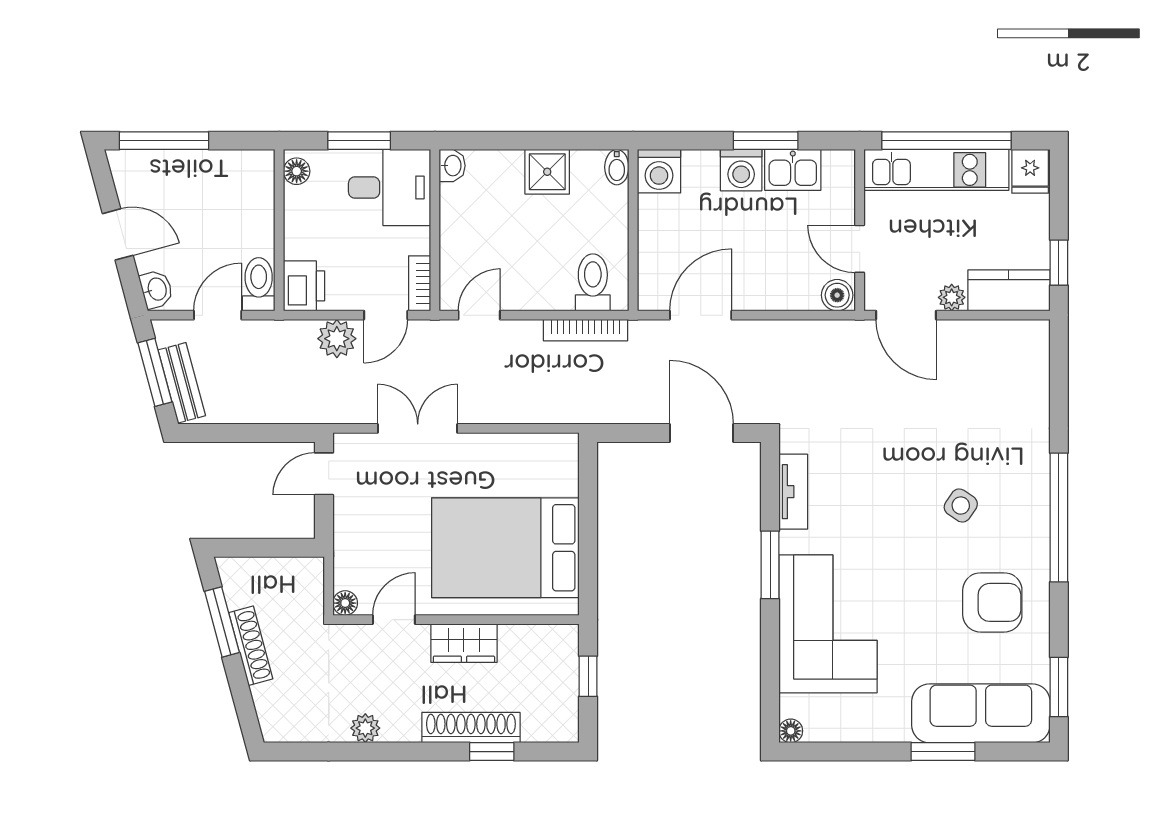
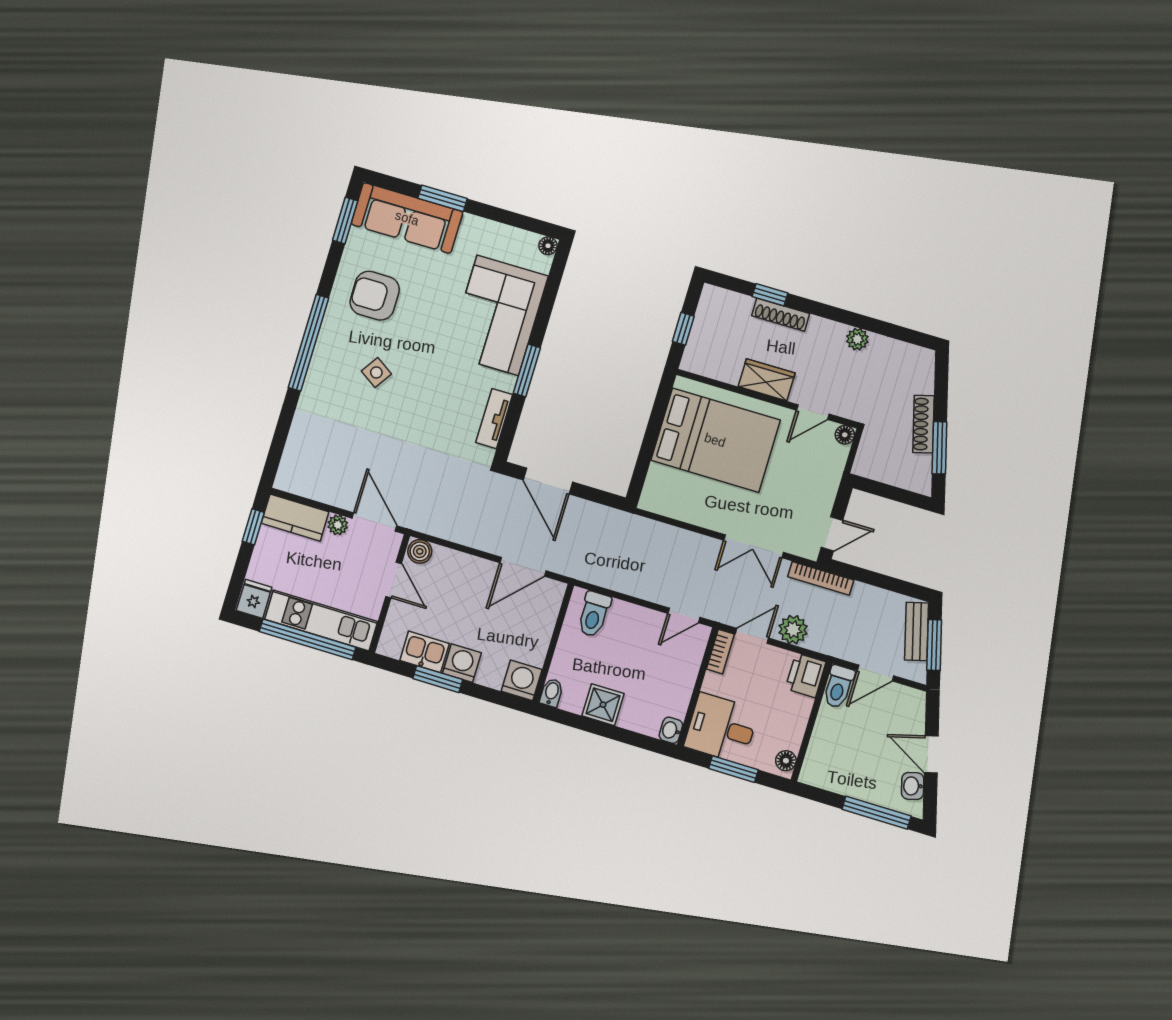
washbasin: (156, 289) -> (913, 786), moved
bookcase: (585, 330) -> (821, 578), moved, turned 180
shoe rack: (471, 728) -> (781, 315), width x0.74, depth x0.81

